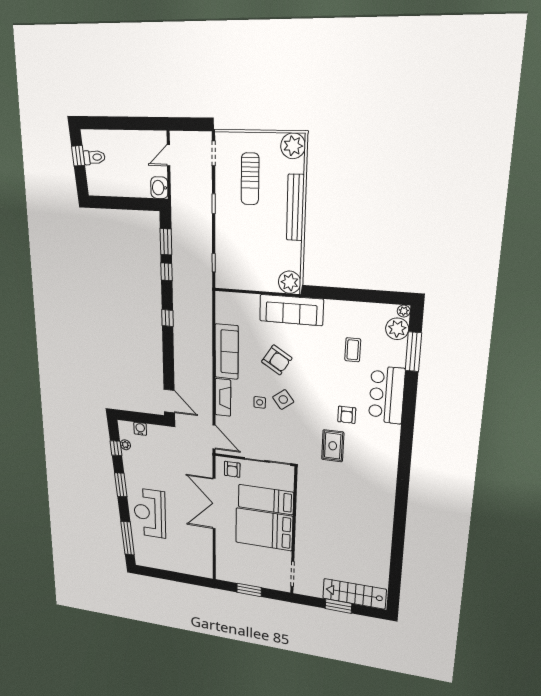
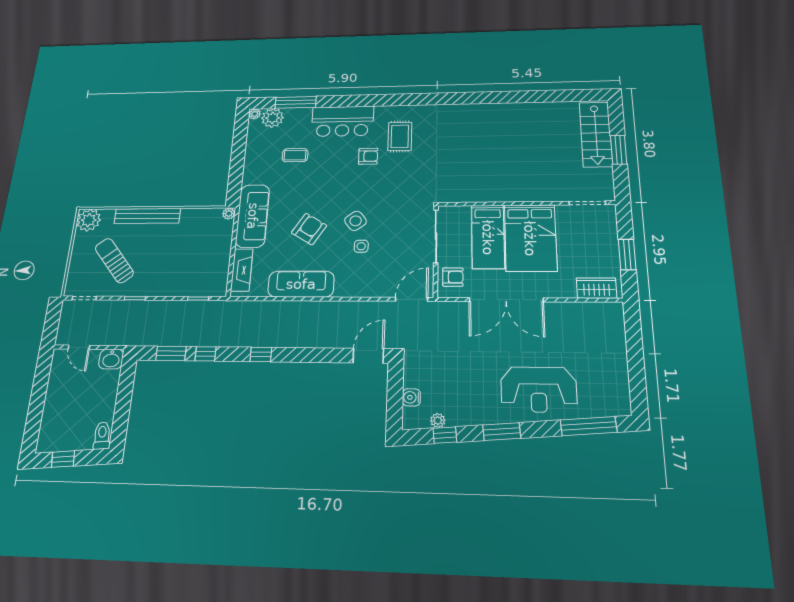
toilet: (94, 157) -> (102, 436), moved
sun lounger: (250, 179) -> (114, 261), turned -129
plant: (290, 282) -> (229, 214), width x0.53, depth x0.53
fireplace: (223, 397) -> (242, 270), moved, turned 90
rug: (333, 446) -> (400, 136), moved, turned 90
wardrobe: (223, 565) -> (597, 288), added

